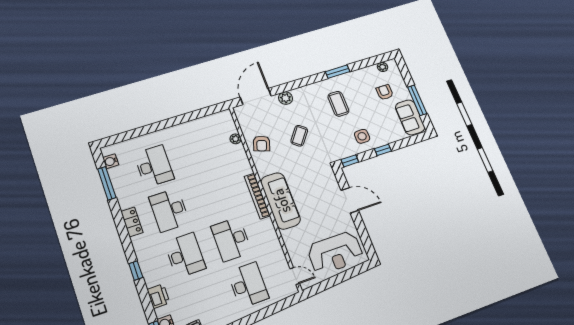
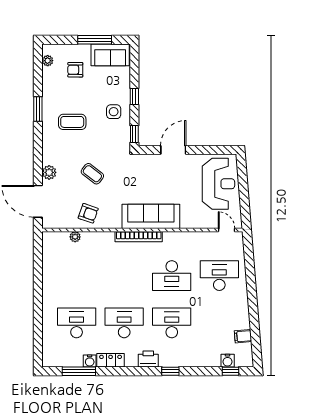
water cooler: (111, 161) -> (90, 361), moved
desk: (169, 210) -> (124, 323), turned 180
locker: (132, 222) -> (111, 360), moved
door: (295, 276) -> (226, 230), hinge flipped
printer: (158, 296) -> (148, 359), moved

